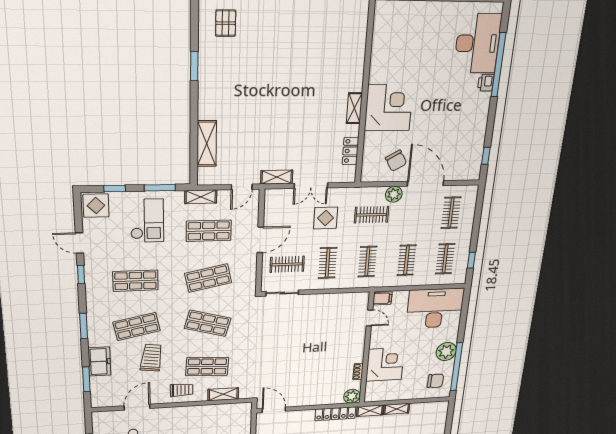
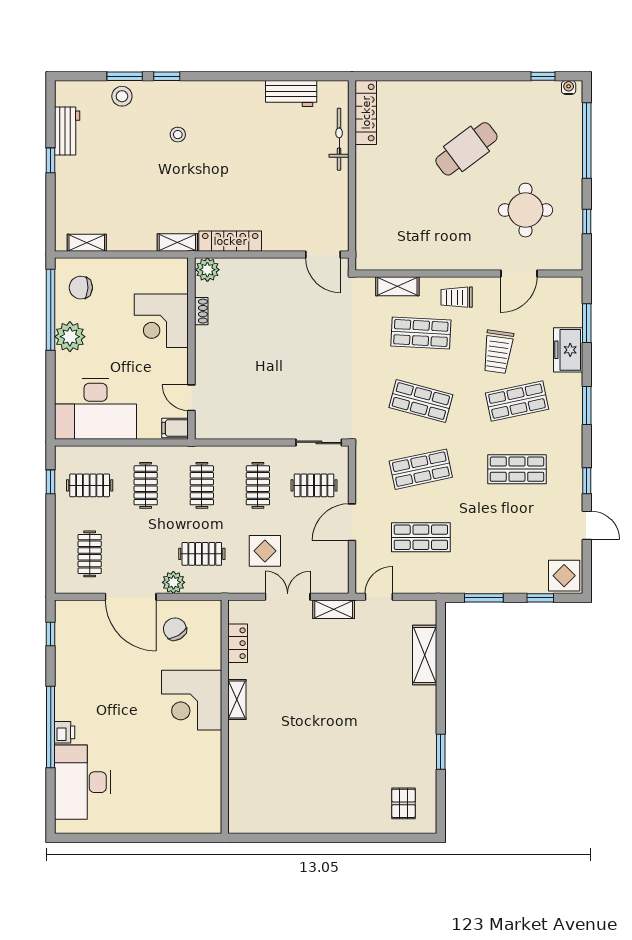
window: (498, 65) -> (51, 727), moved
shelving: (201, 197) -> (432, 585), removed
checkout: (147, 221) -> (500, 554), removed
clothes rail: (445, 259) -> (90, 485), turned 90
shelving: (397, 409) -> (87, 243), moved

